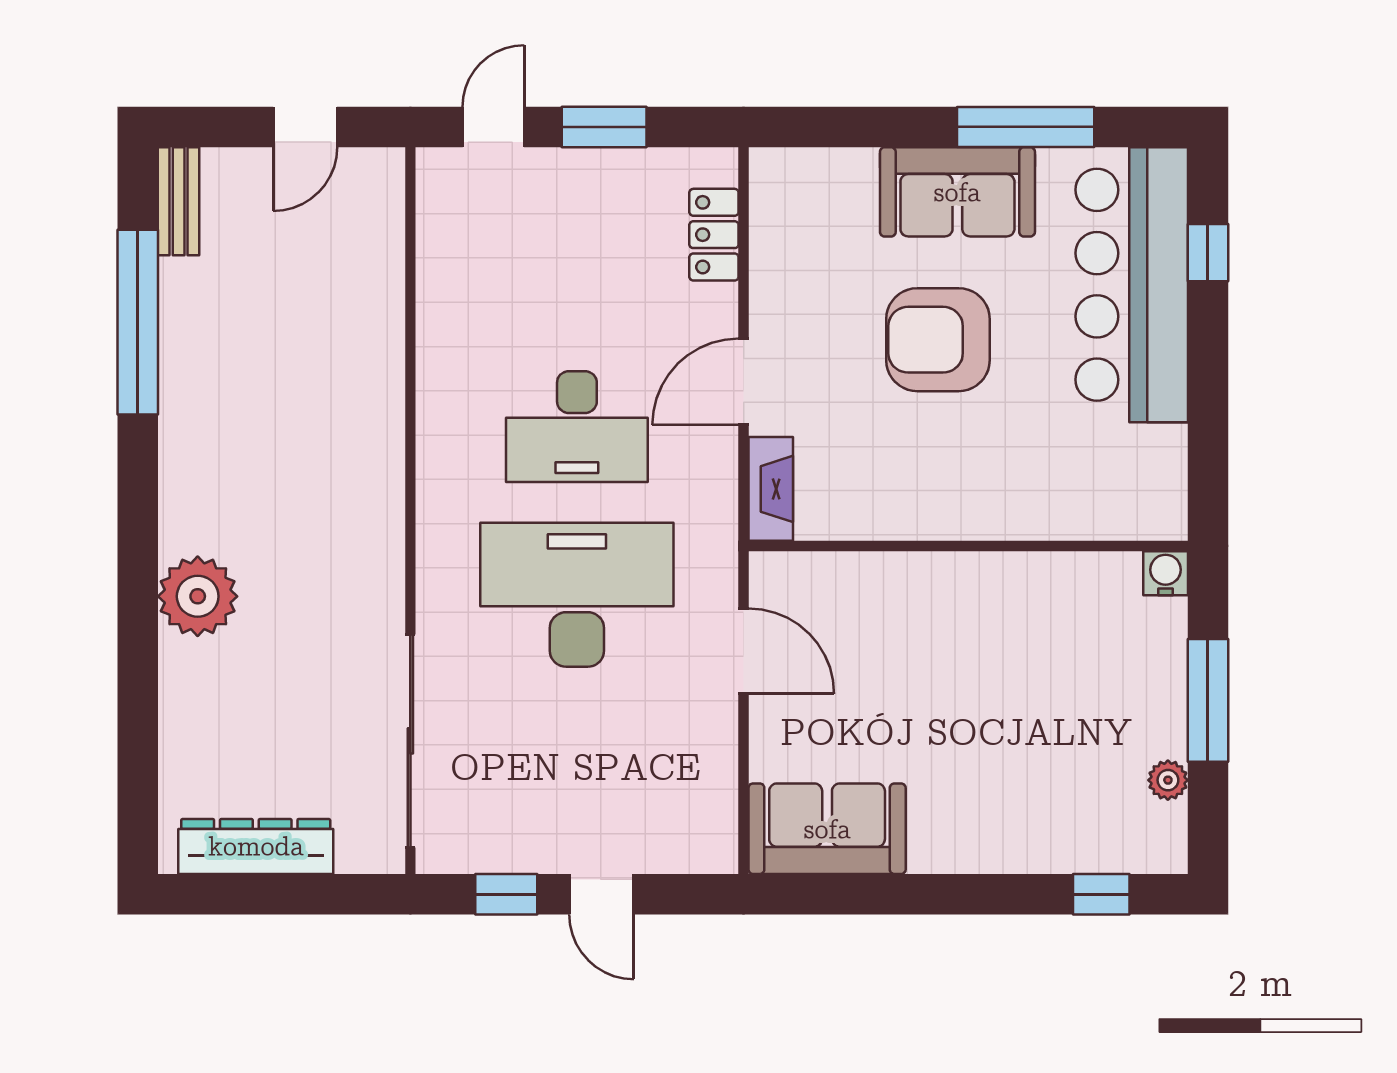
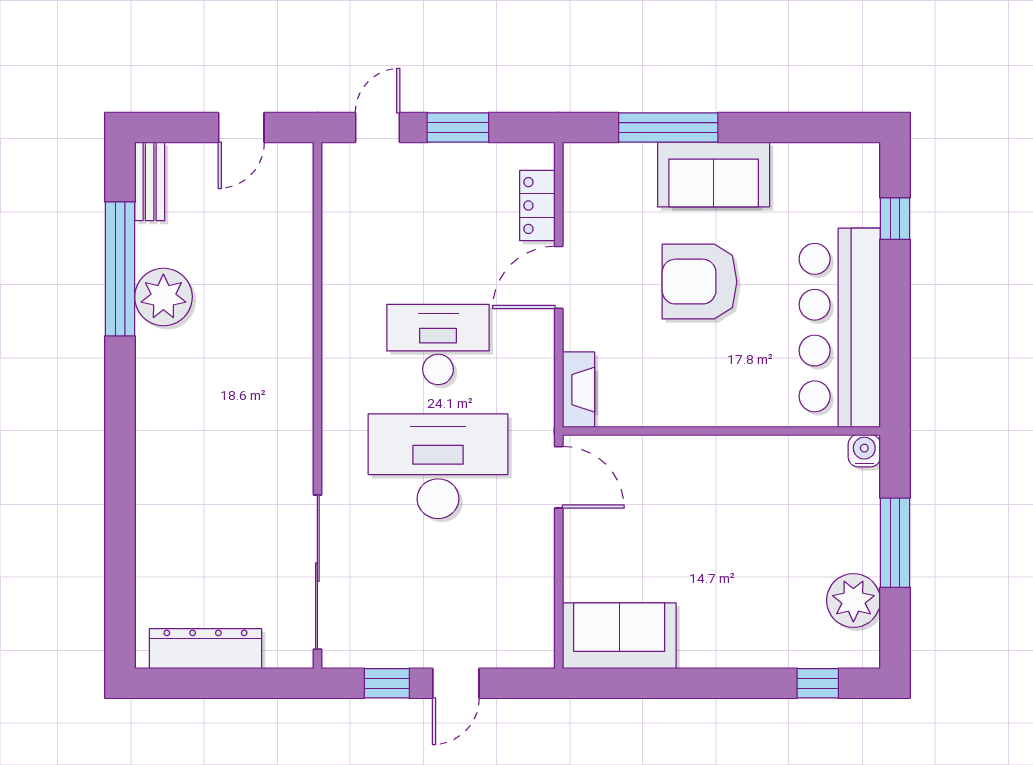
window: (1026, 127) -> (668, 128), moved
bar counter: (1132, 285) -> (840, 328), moved
door: (744, 382) -> (559, 277), moved
desk: (577, 427) -> (438, 344), turned 180
plant: (198, 596) -> (163, 297), moved
door: (744, 651) -> (559, 477), moved
plant: (1168, 780) -> (853, 600), width x1.88, depth x1.88
door: (602, 894) -> (456, 683), hinge flipped

